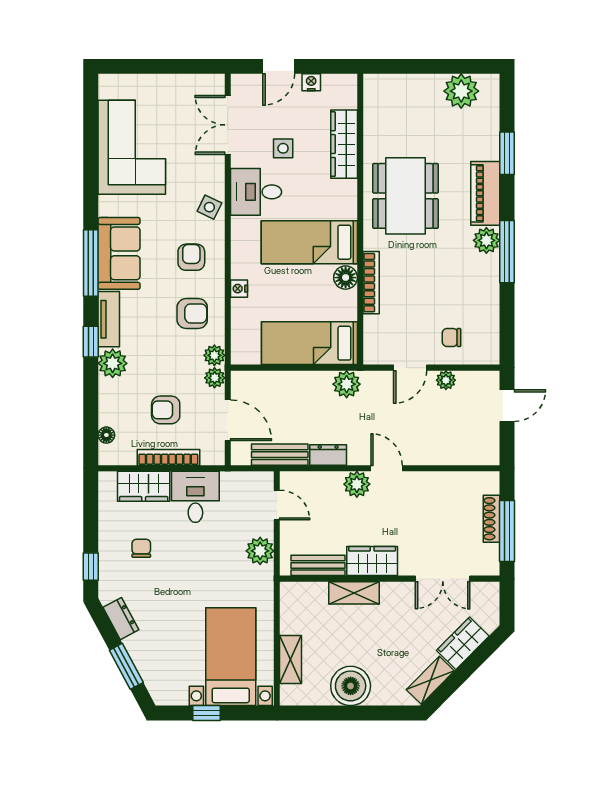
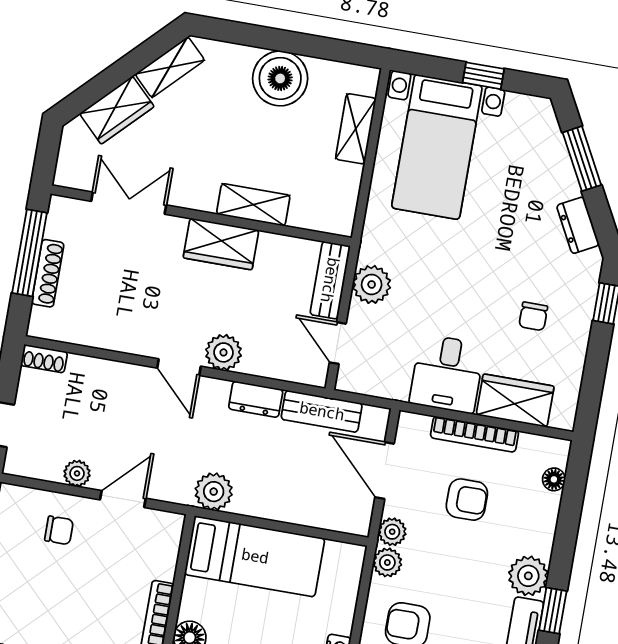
shoe rack: (484, 458) -> (44, 359), added
bench: (318, 565) -> (330, 280), moved, turned 90

